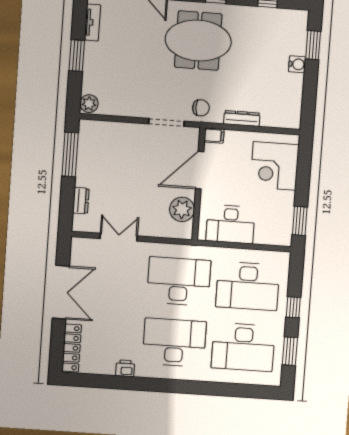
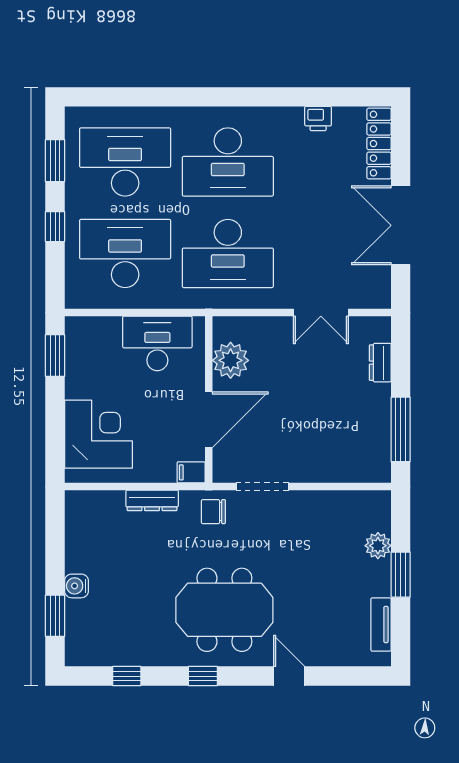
plant: (89, 104) -> (378, 546), moved
printer: (125, 368) -> (318, 119), moved

